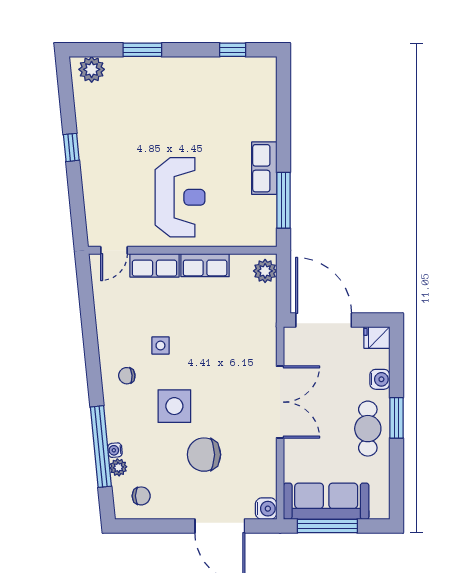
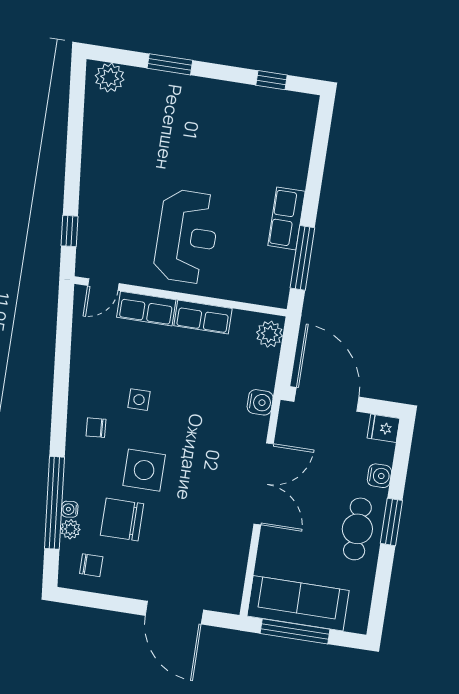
window: (71, 147) -> (69, 231), moved
chair: (204, 455) -> (122, 519), moved
water cooler: (266, 509) -> (260, 402), moved

